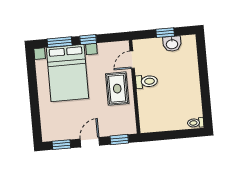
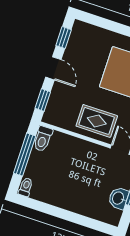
toilet: (147, 81) -> (43, 139), moved
window: (170, 135) -> (25, 155), added

